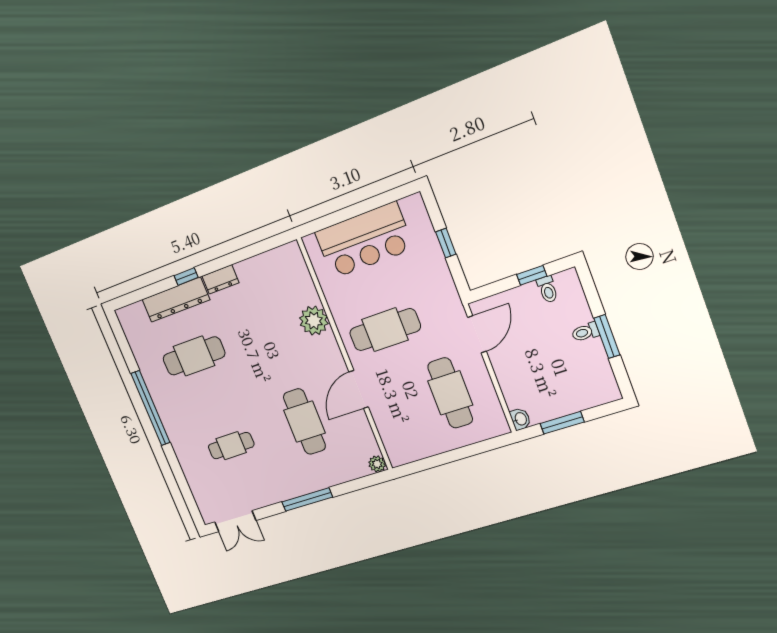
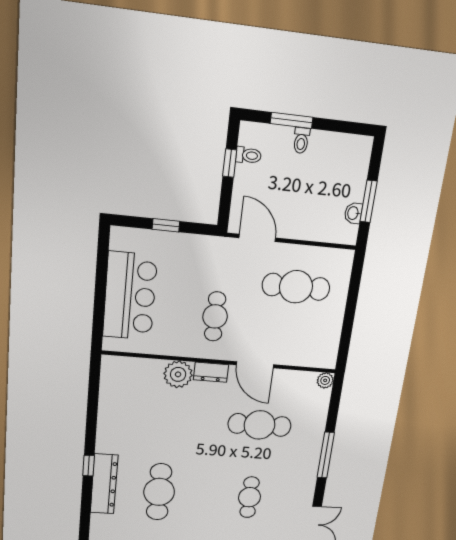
dresser: (220, 279) -> (211, 372), moved, turned 90
cafe table: (385, 330) -> (215, 316), width x0.73, depth x0.74
window: (607, 336) -> (292, 120), moved
washbasin: (520, 419) -> (353, 213), moved, turned -90

